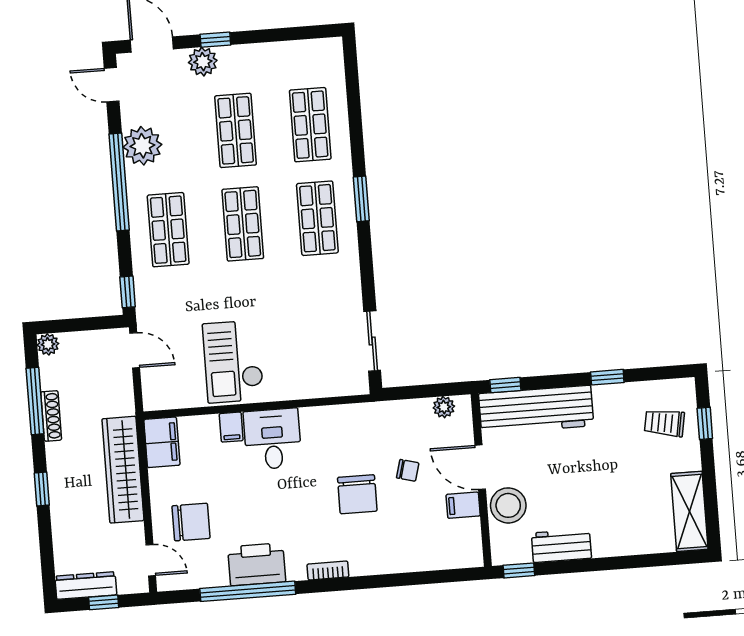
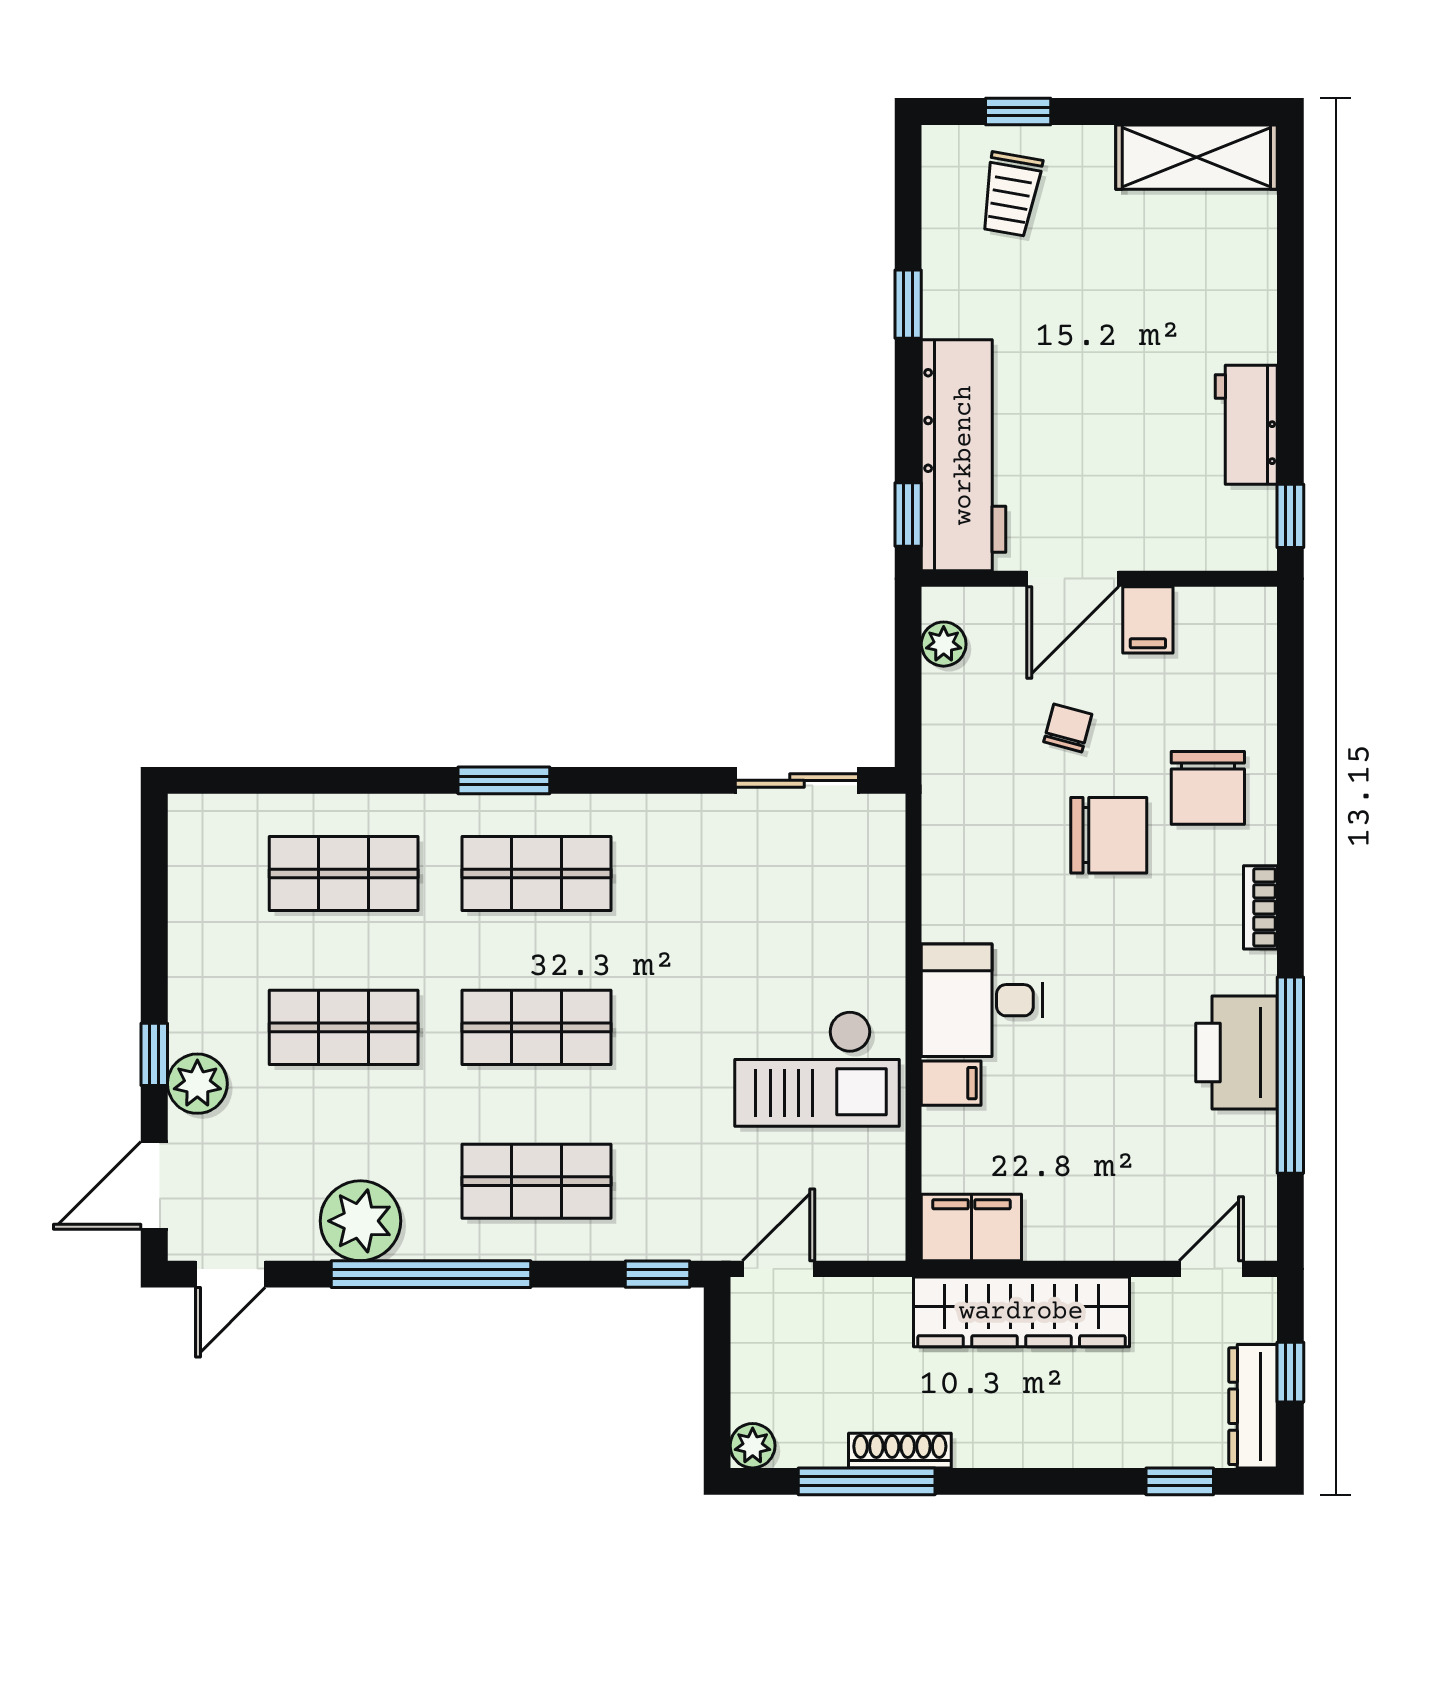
window: (42, 489) -> (1180, 1481), moved
stool: (508, 505) -> (1155, 528), removed
chair: (191, 522) -> (1208, 788), moved, turned 180

